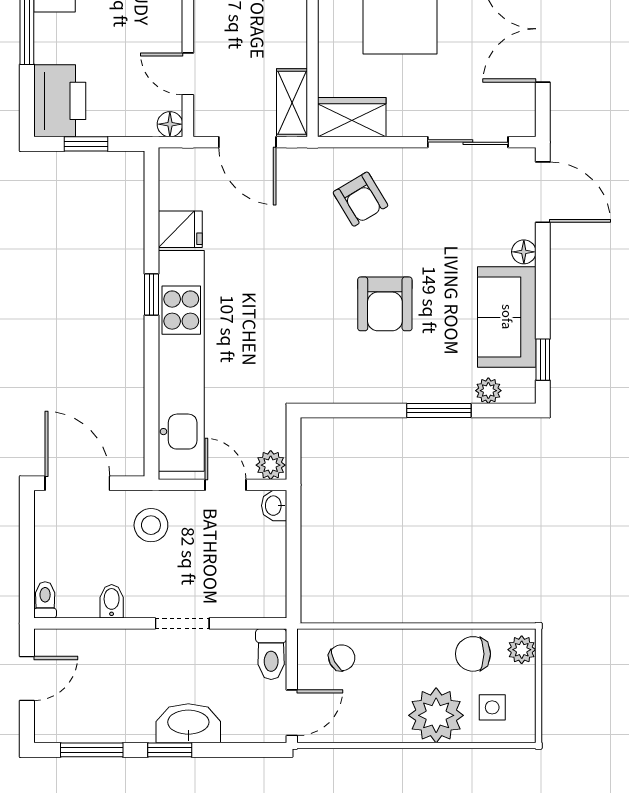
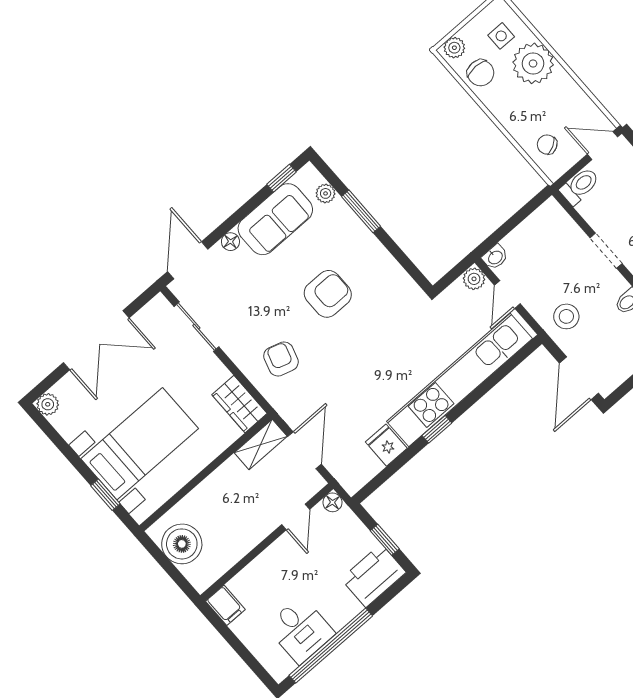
armchair: (360, 199) -> (281, 359), turned -42

